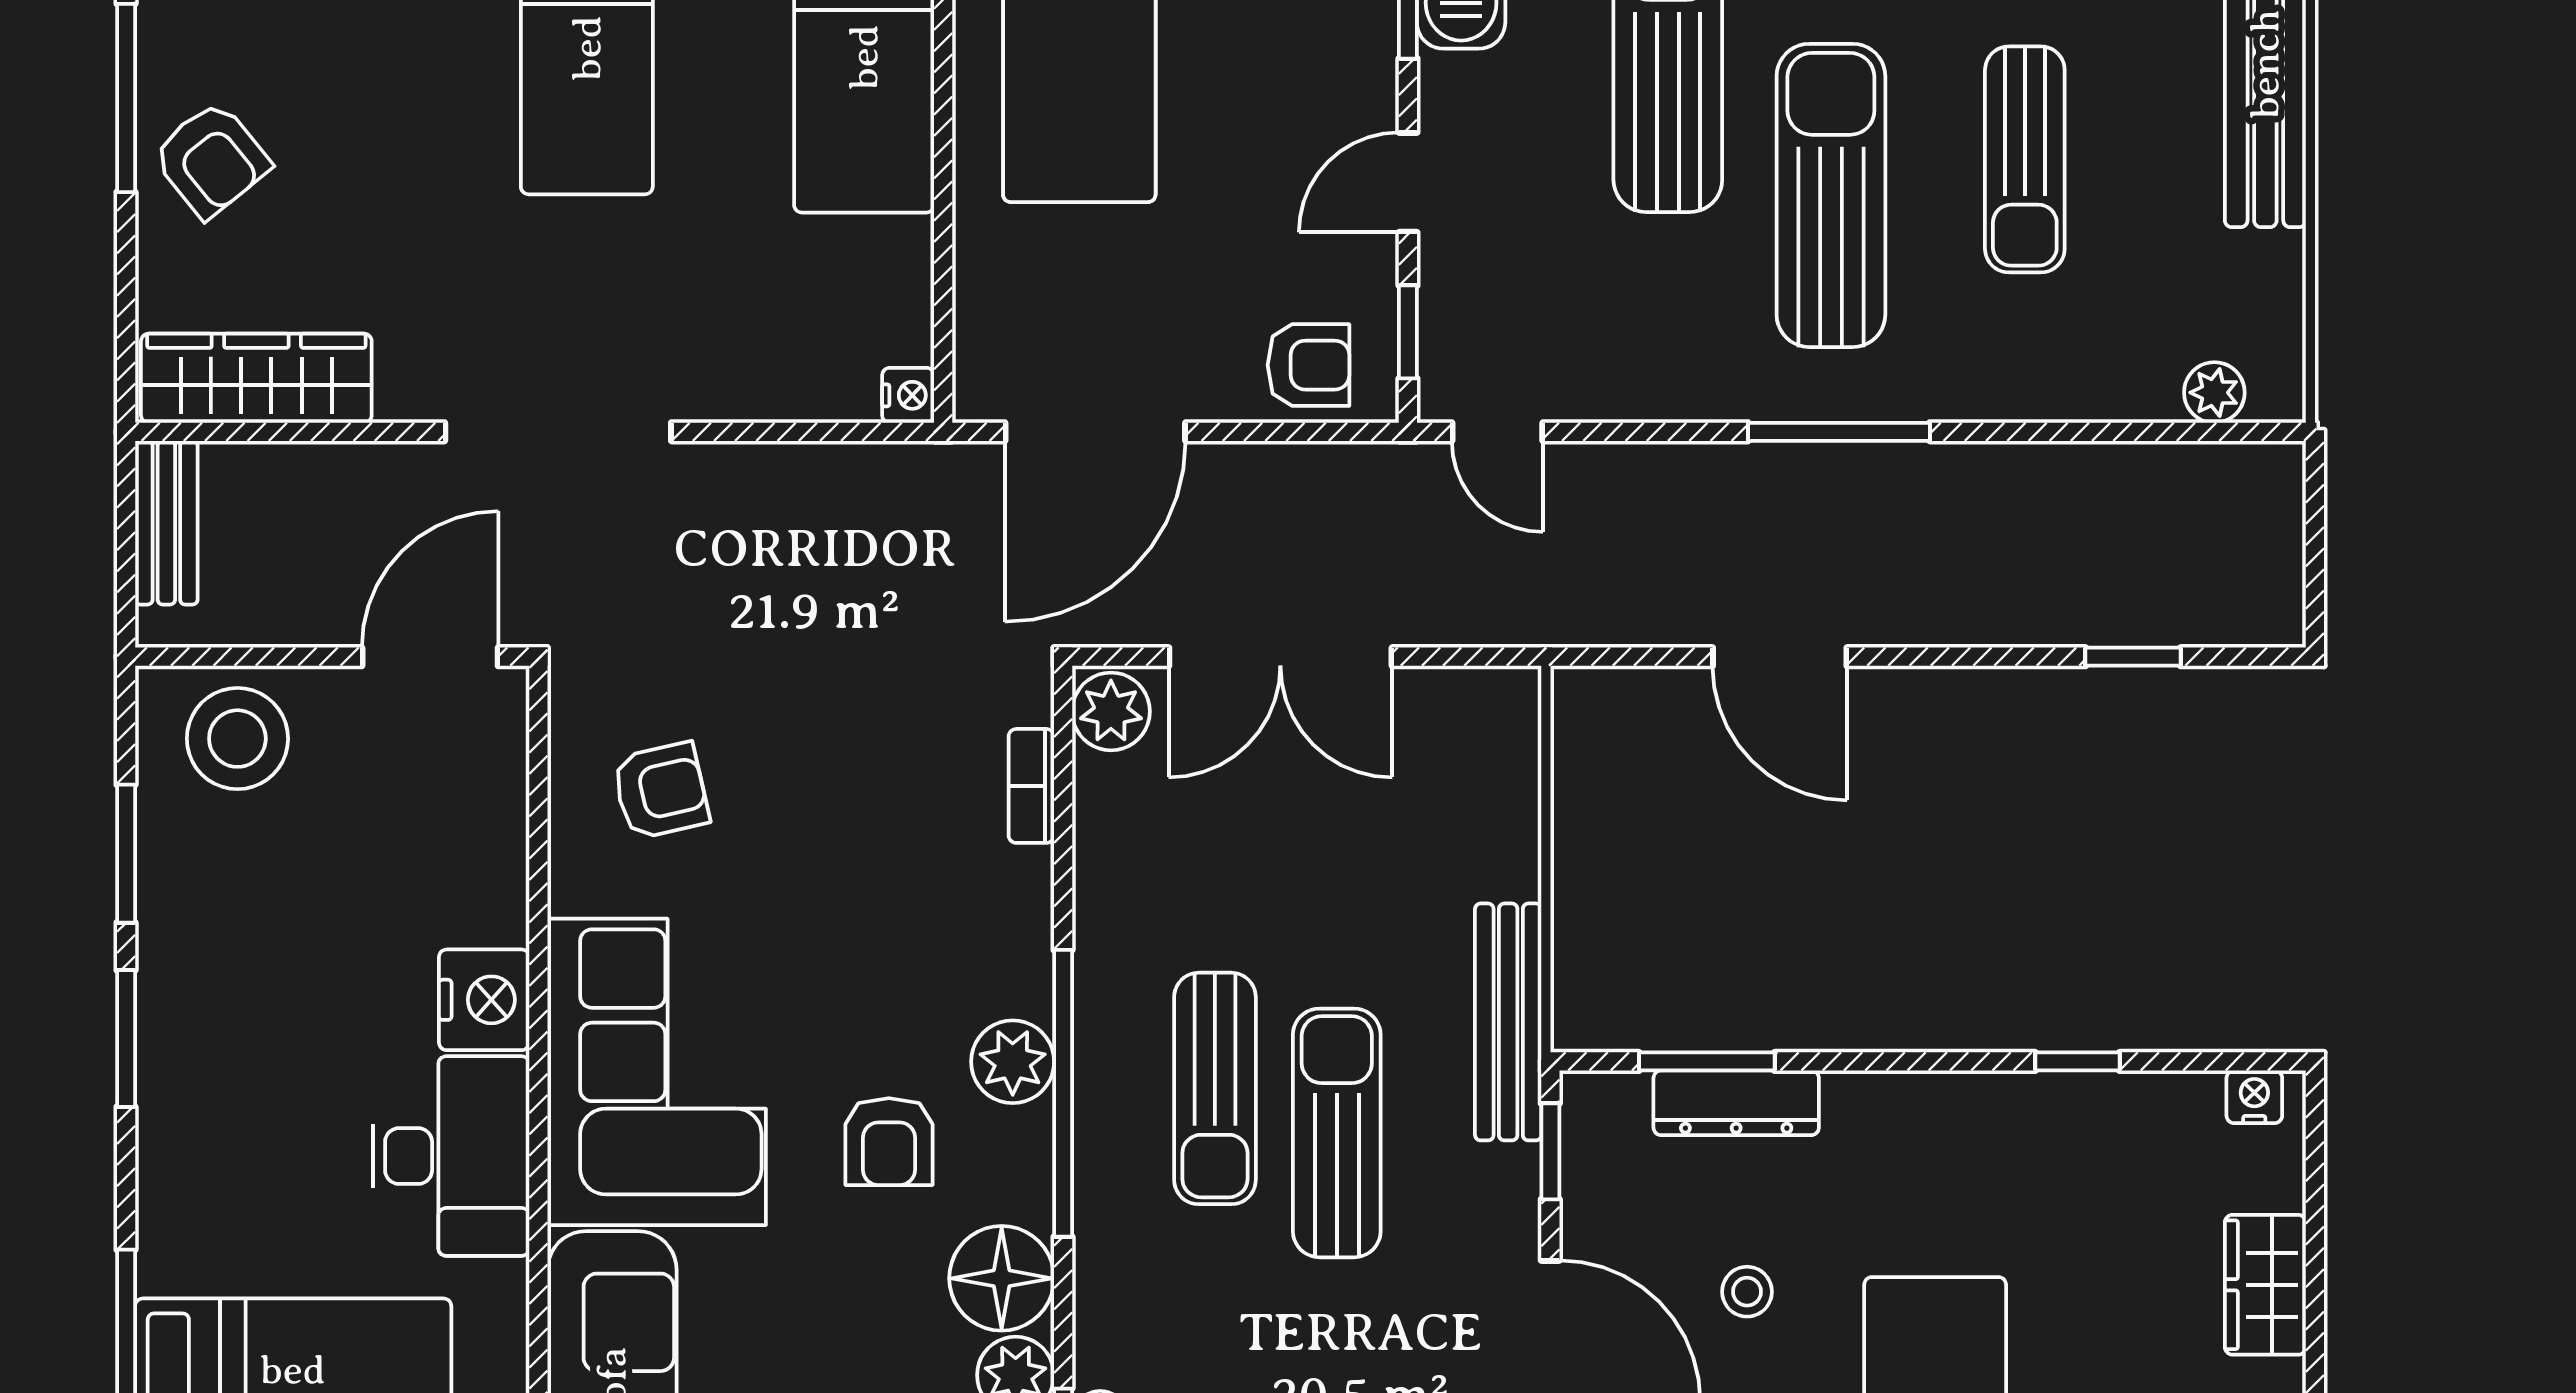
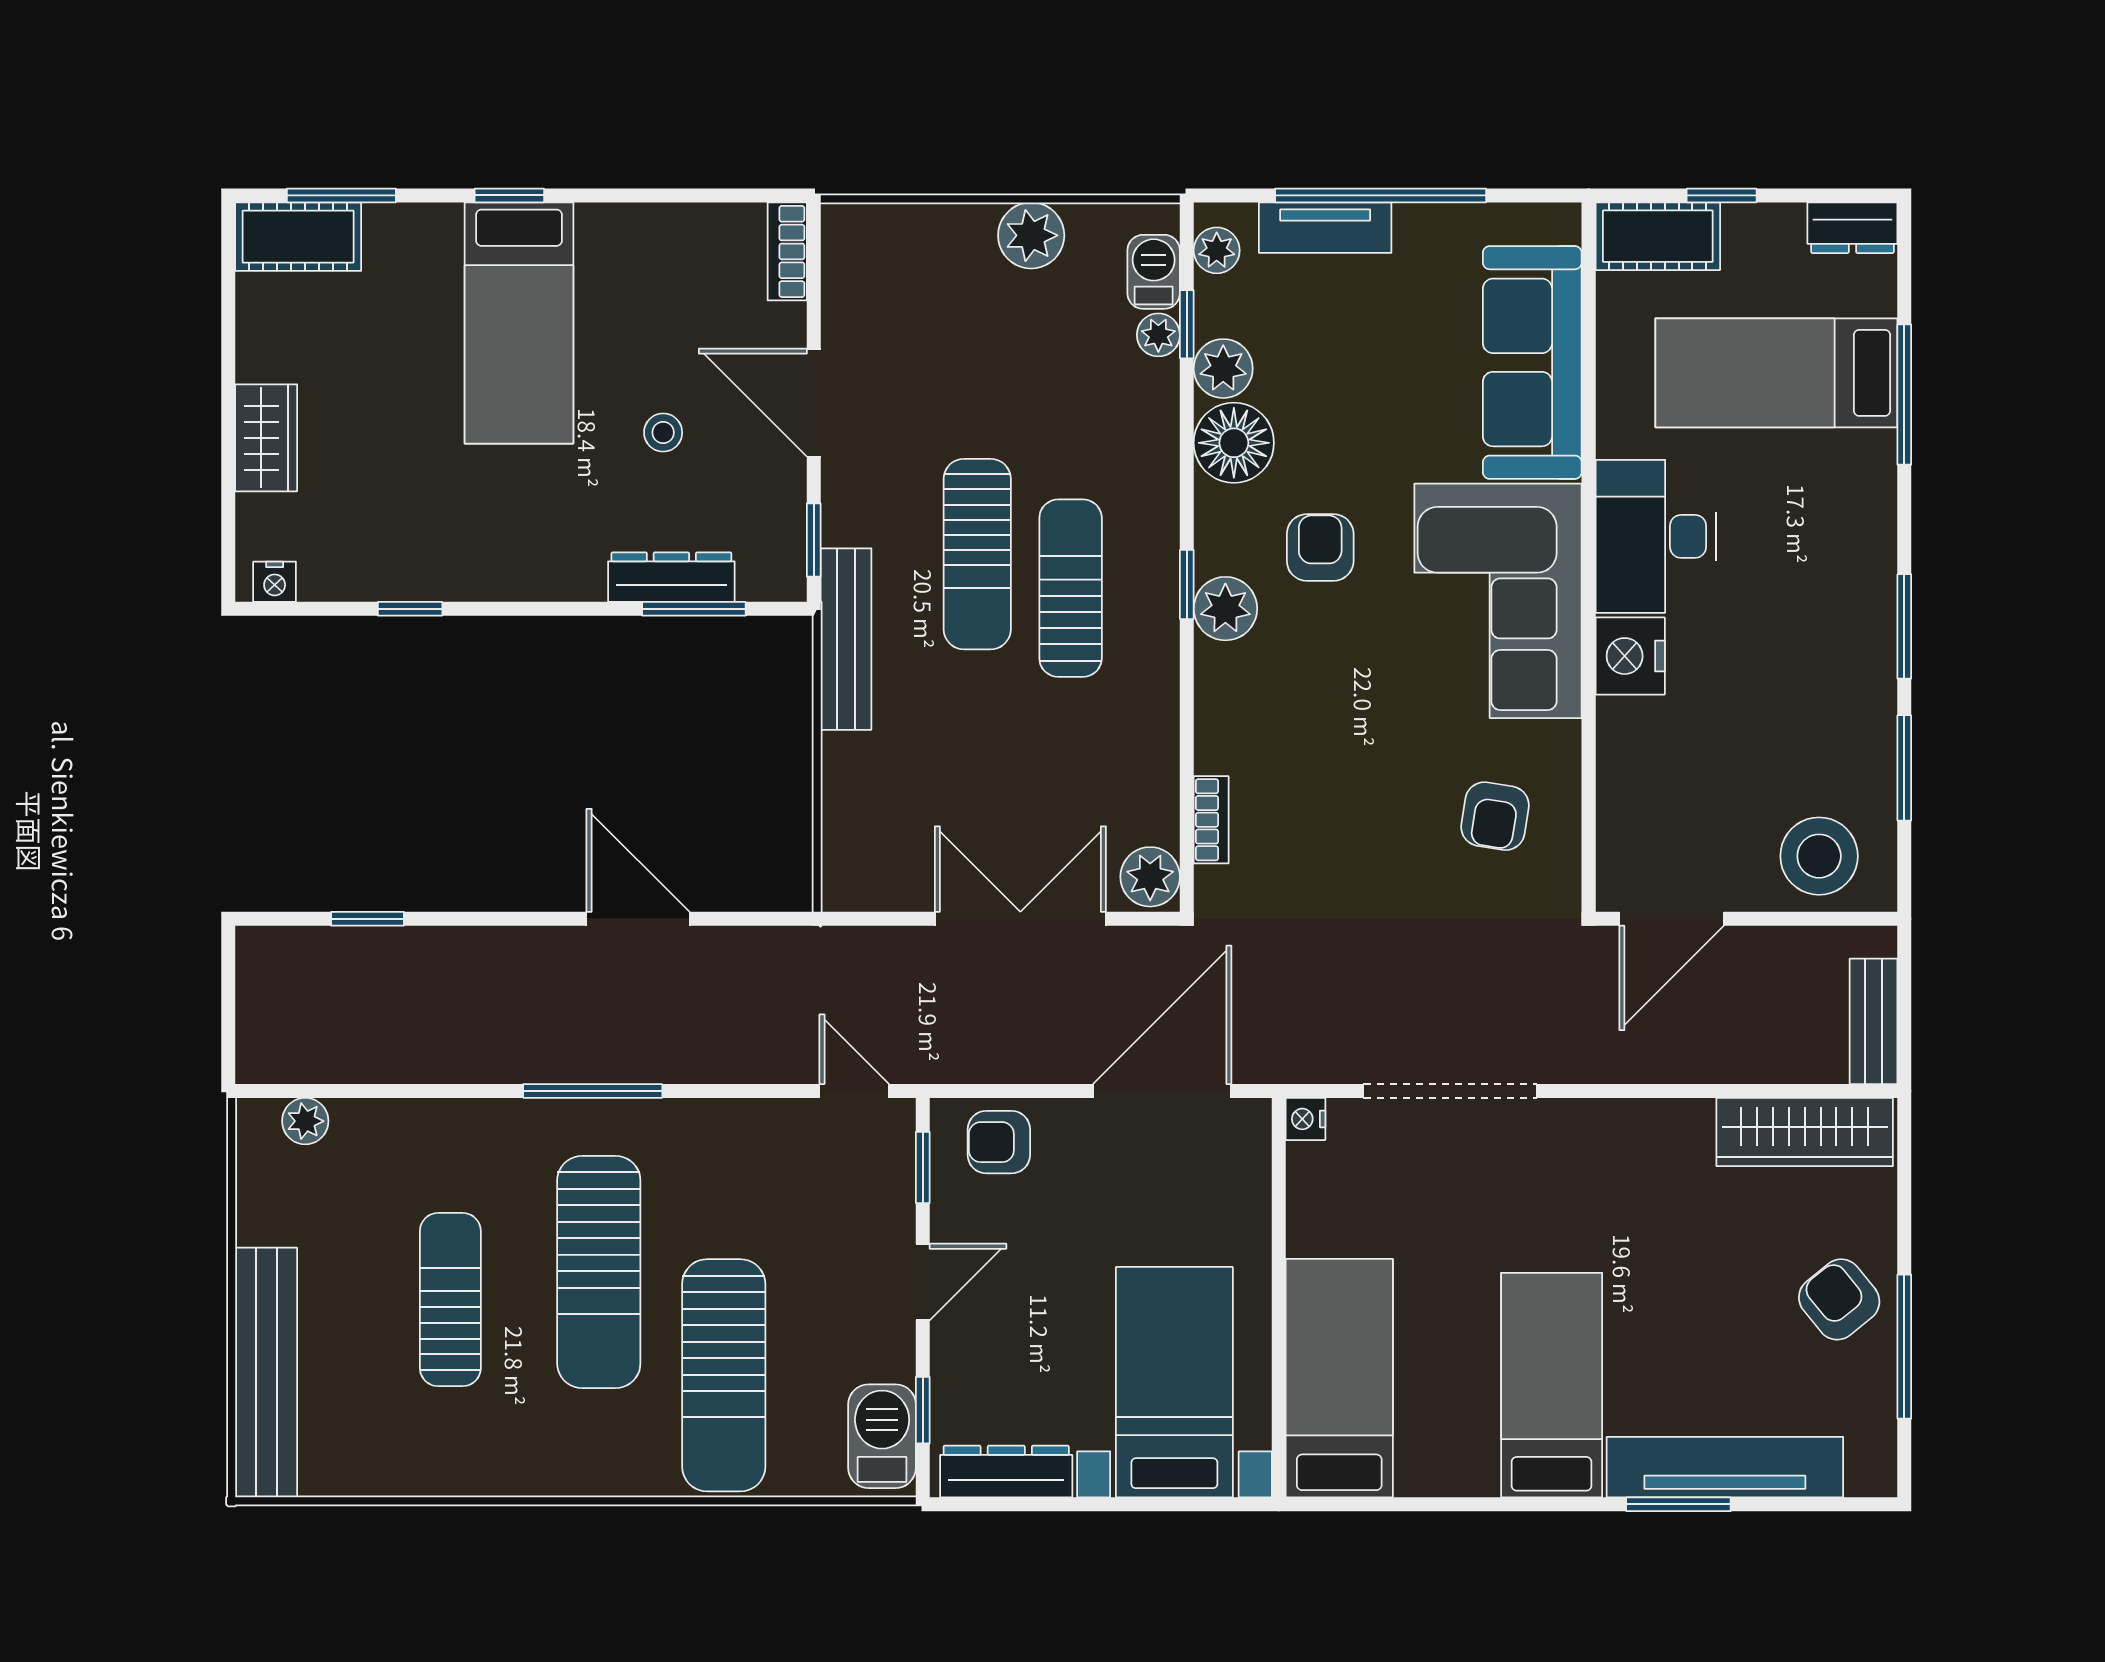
doorway: (558, 432) -> (1450, 1091), moved
armchair: (661, 791) -> (1495, 816), turned -68
window: (1063, 1093) -> (1187, 584), width x0.32

